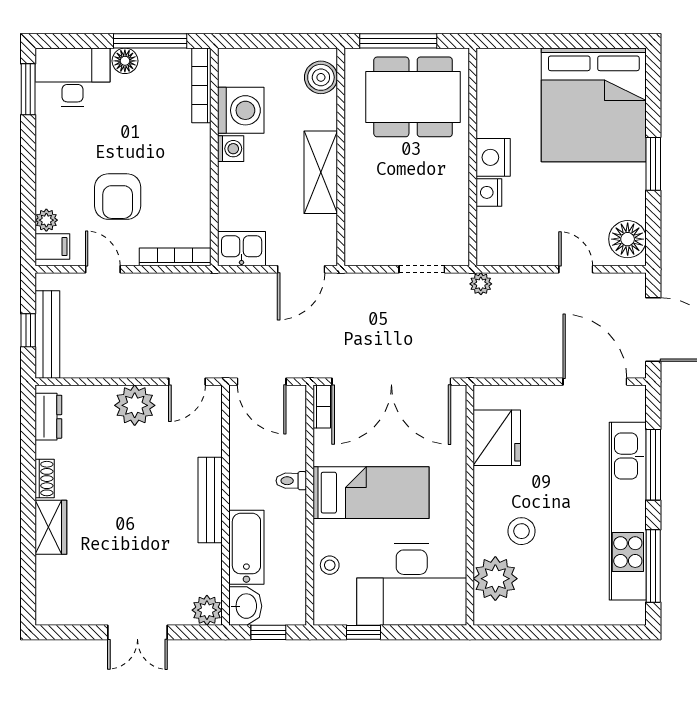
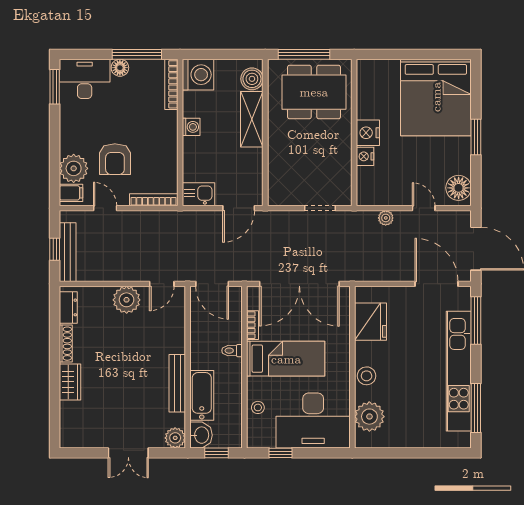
washing machine: (241, 110) -> (198, 75), moved
shelving: (321, 172) -> (252, 119), moved
plant: (46, 220) -> (74, 168), width x1.87, depth x1.87
plant: (481, 284) -> (386, 218), moved
bookcase: (322, 407) -> (253, 325), moved
window: (653, 465) -> (476, 320), moved
shoe rack: (45, 479) -> (66, 344), width x1.43
bench: (210, 500) -> (177, 383), moved
stool: (521, 531) -> (367, 376), moved

